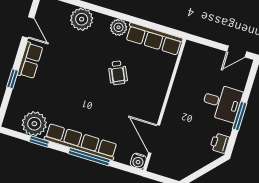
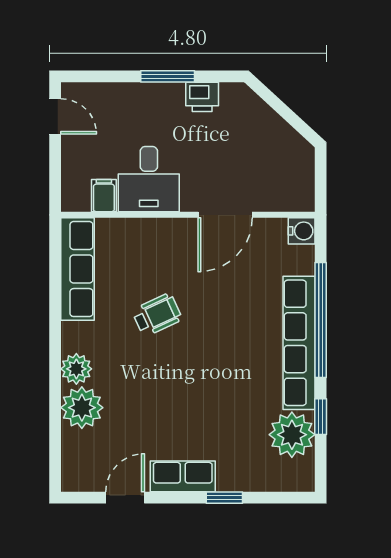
plant: (119, 27) -> (76, 369), moved
filing cabinet: (188, 64) -> (104, 196), added
desk: (222, 103) -> (149, 179), moved, turned 180
door: (154, 139) -> (225, 215), moved
printer: (220, 143) -> (202, 97), moved
window: (89, 157) -> (321, 320), width x1.46

